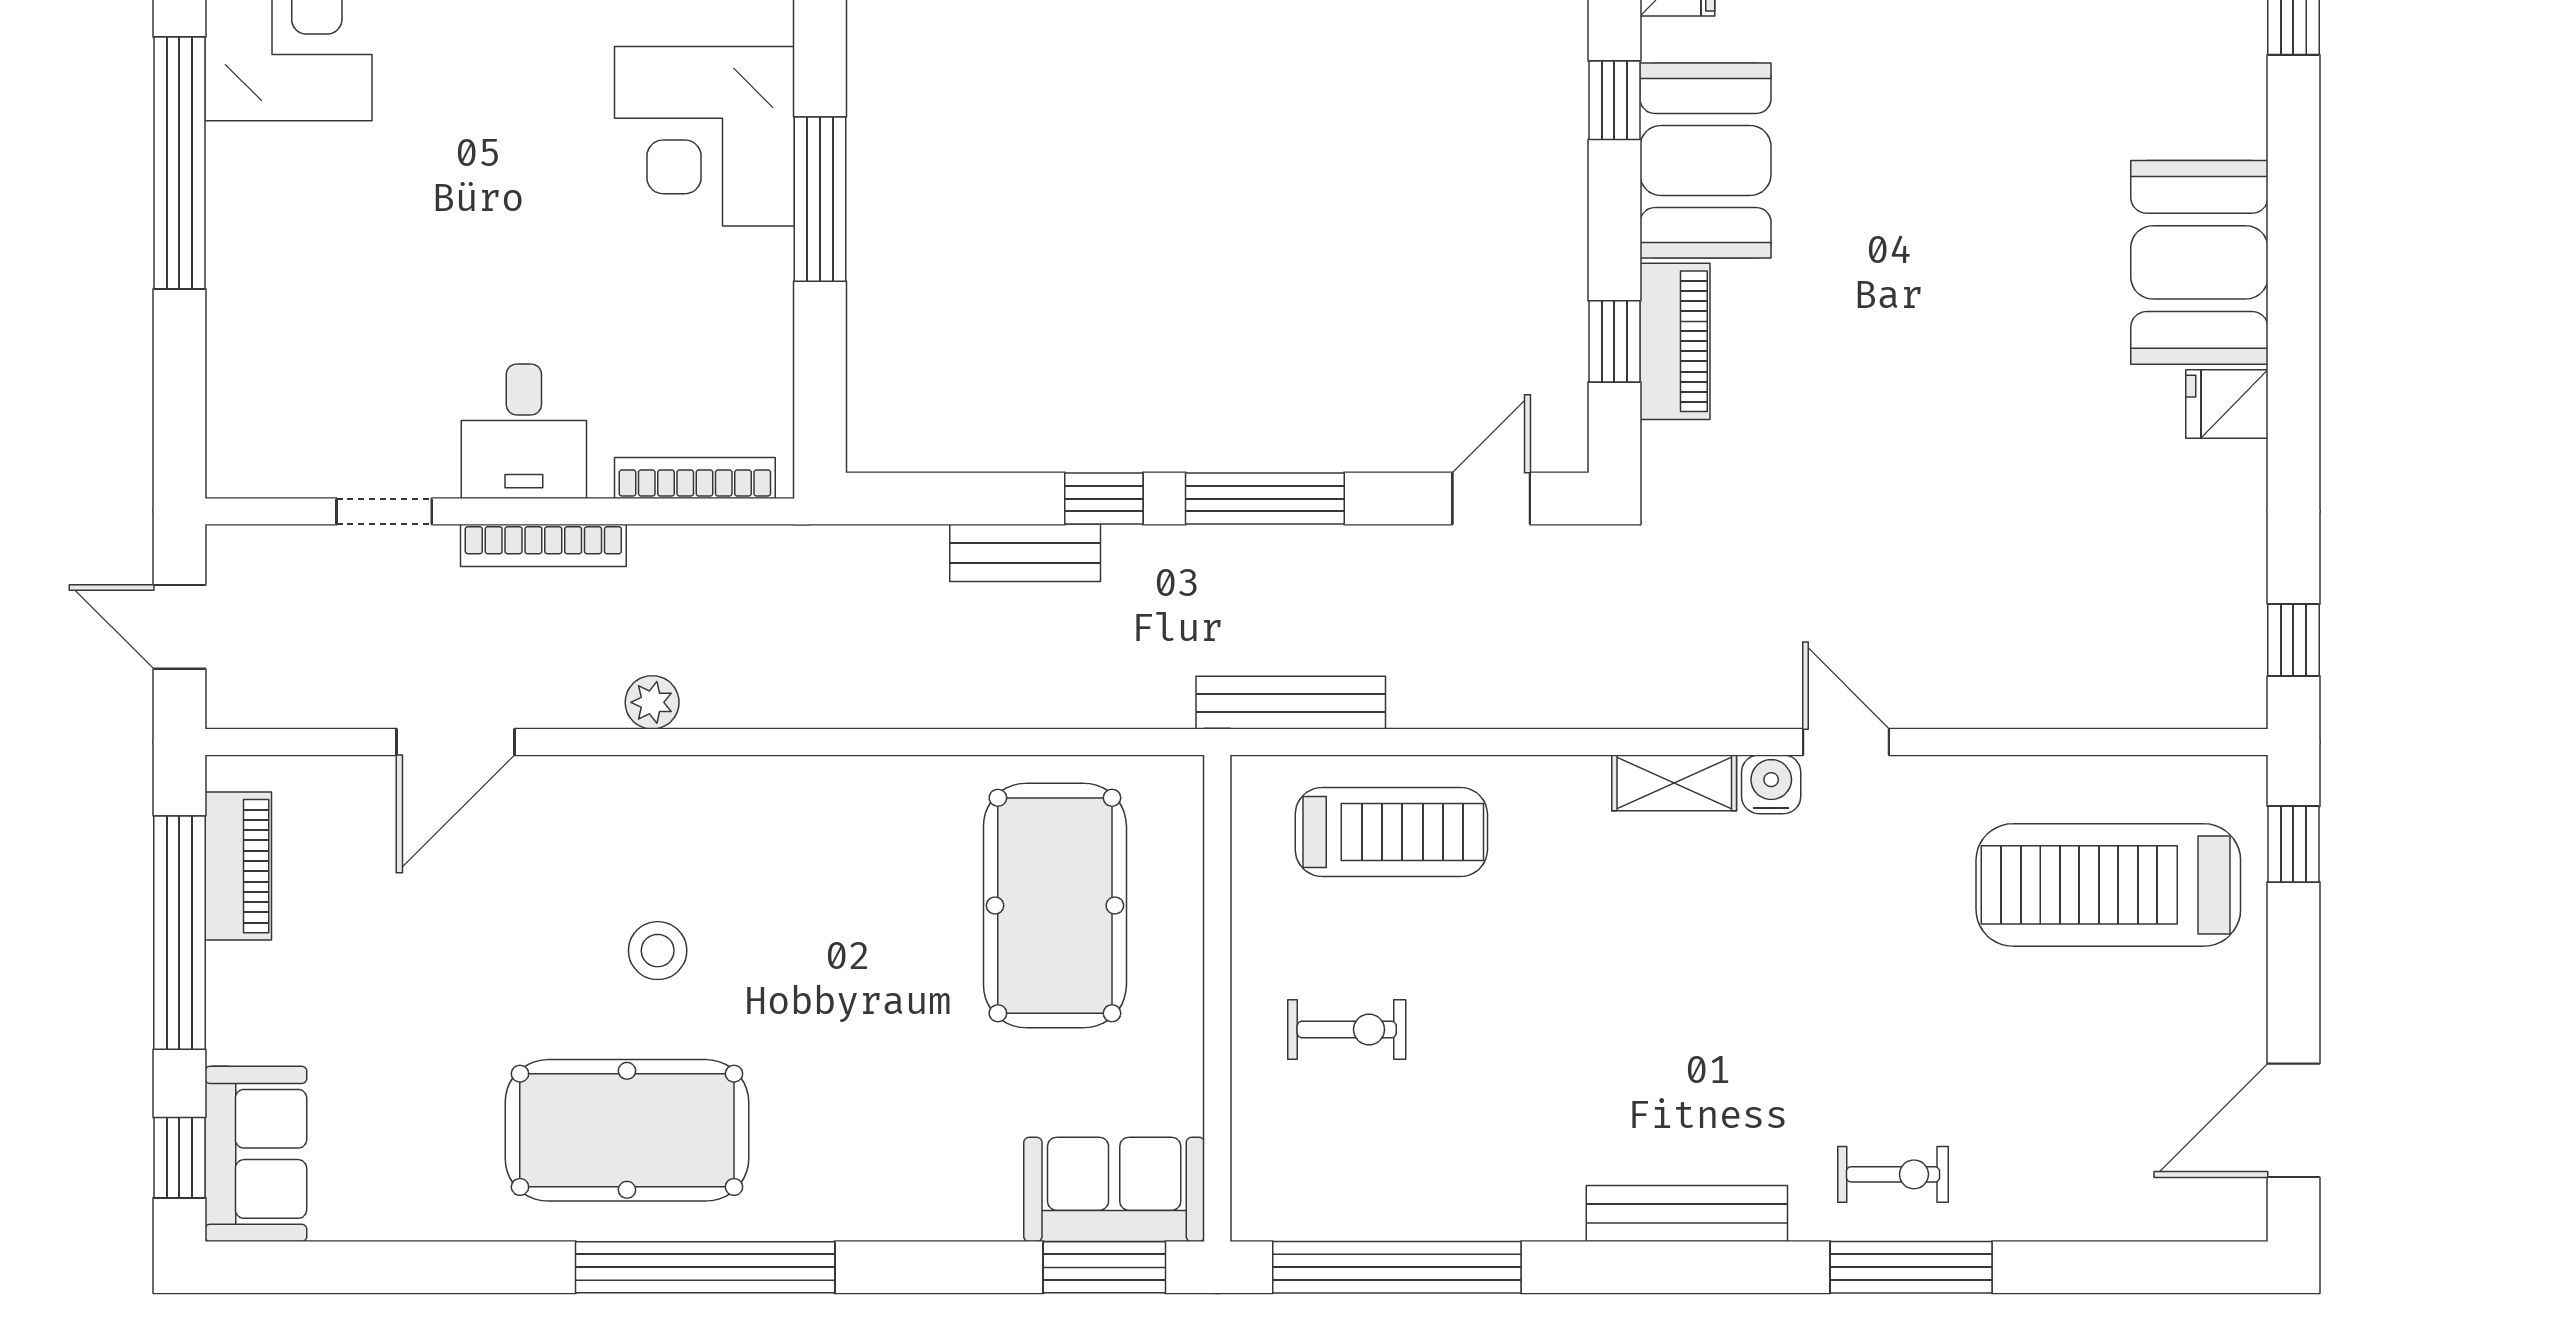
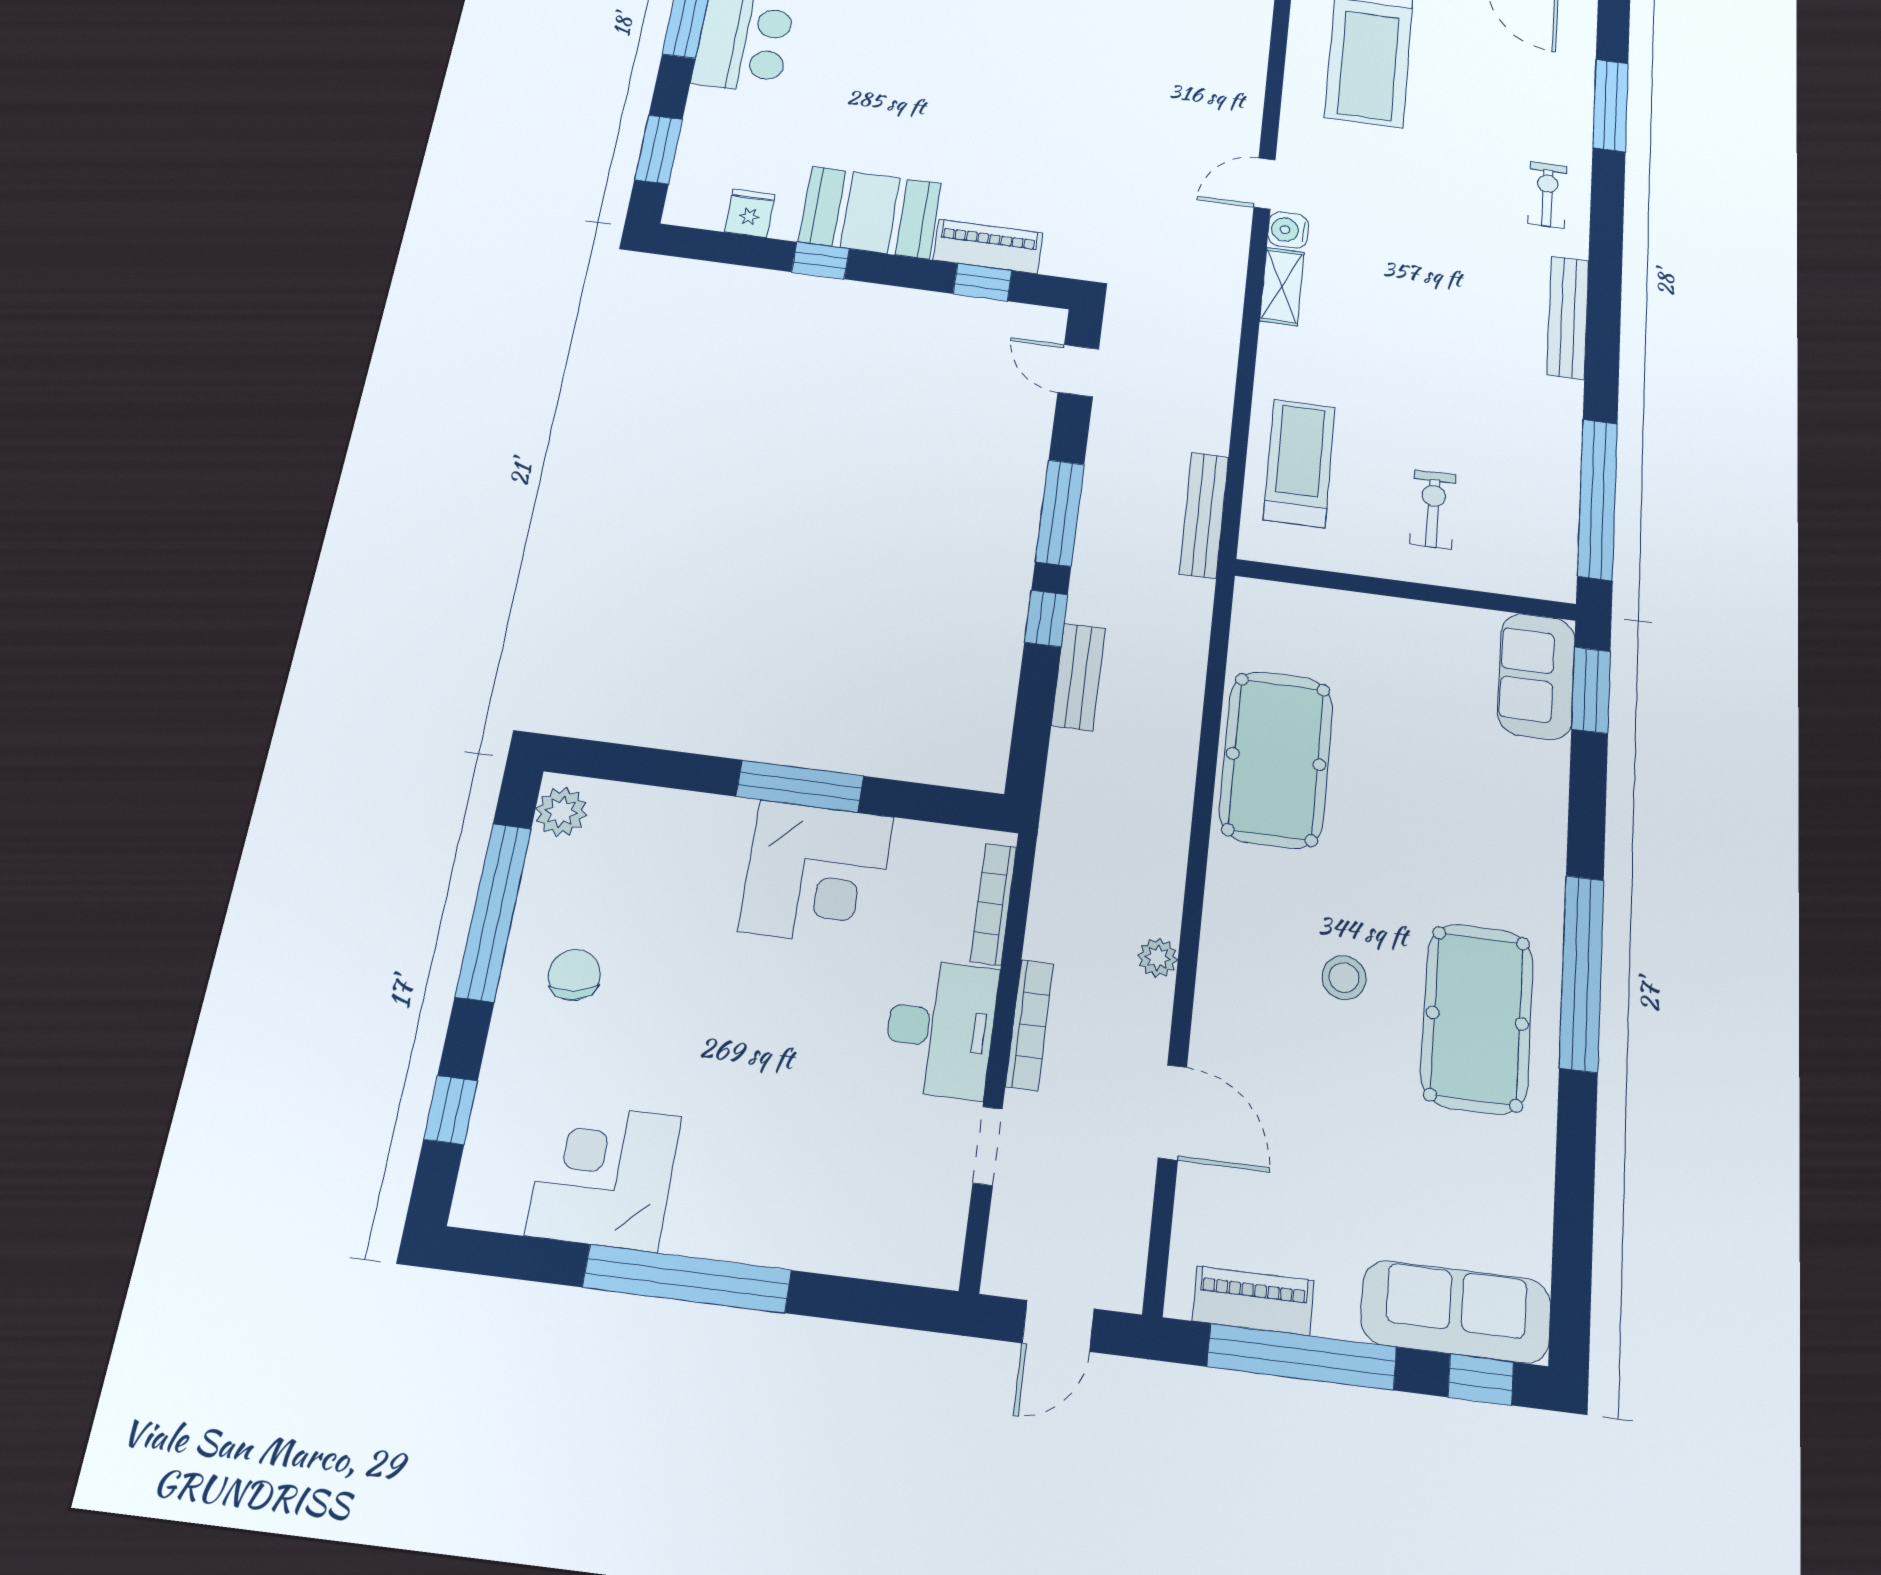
corner desk: (705, 136) -> (816, 874), moved
desk: (524, 431) -> (941, 1028), width x1.37
pool table: (1055, 906) -> (1276, 759), moved, turned 90
sofa: (256, 1154) -> (1456, 1312), width x1.36
window: (1911, 1267) -> (1611, 105), moved

